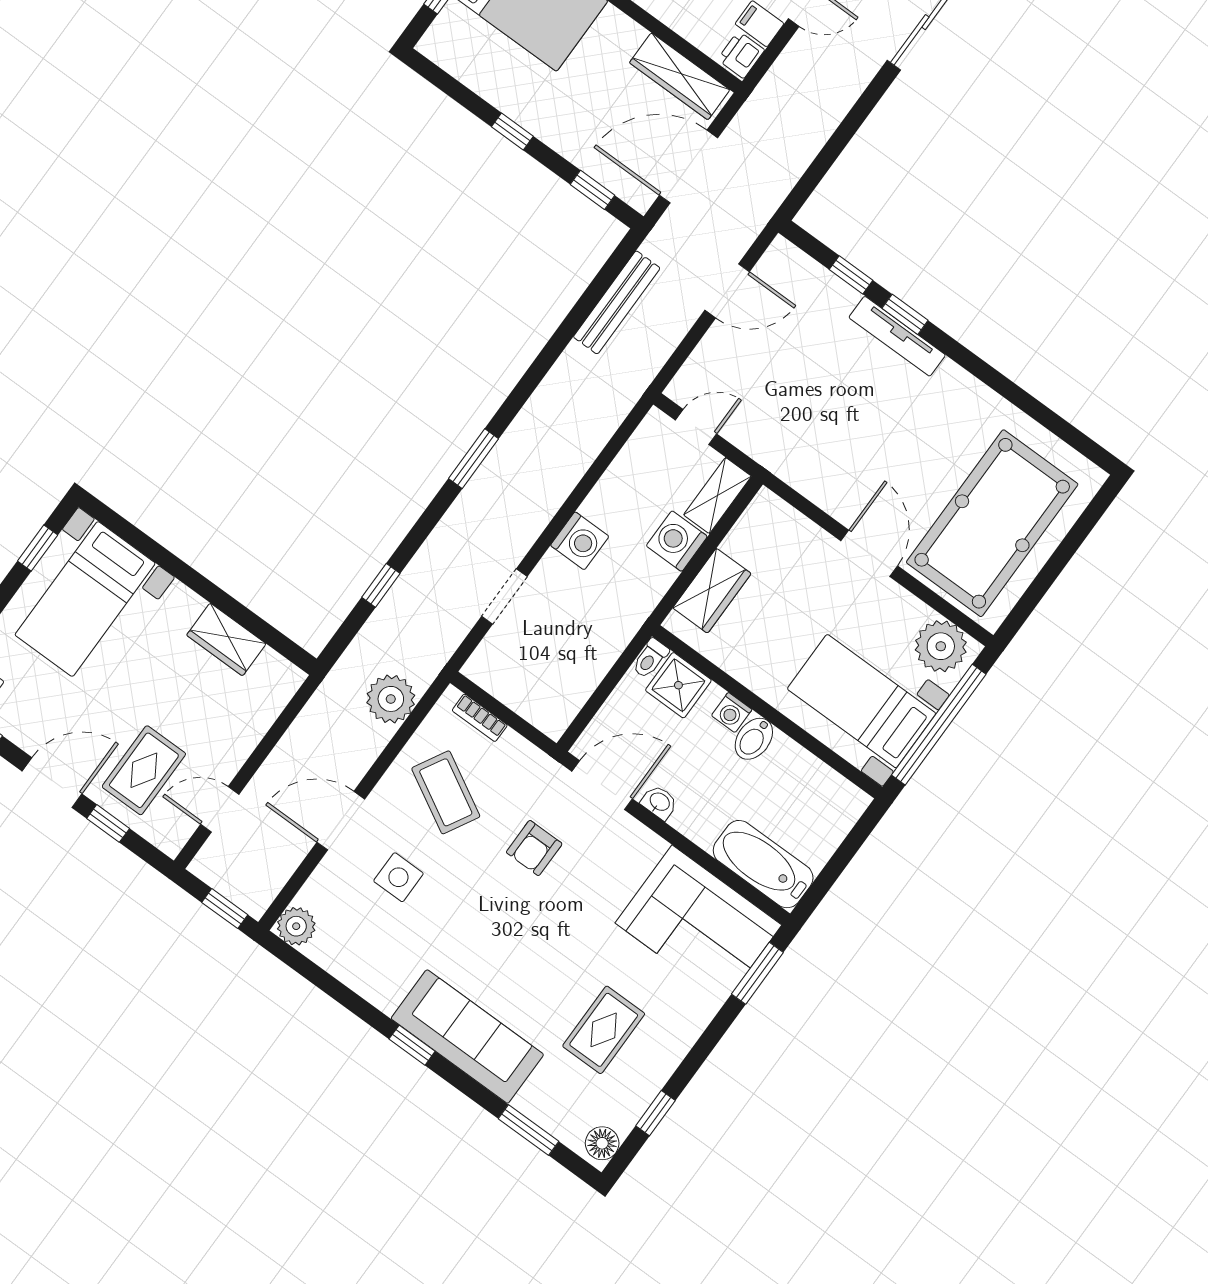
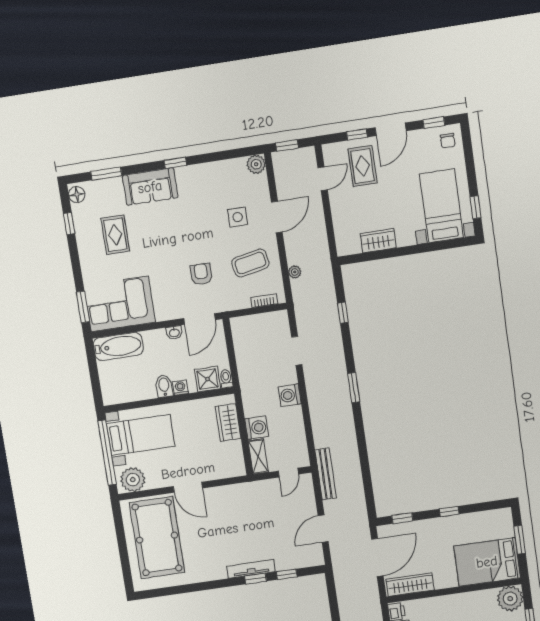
bench: (617, 302) -> (326, 474), moved
plant: (391, 699) -> (295, 272), width x0.53, depth x0.53
coffee table: (446, 792) -> (250, 263), turned -40
sofa: (467, 1037) -> (150, 187), width x0.73

